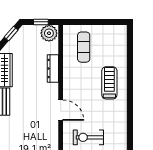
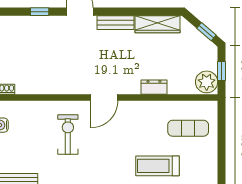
dresser: (53, 69) -> (154, 87), width x0.70
treadmill: (109, 83) -> (158, 166), moved, turned 180

